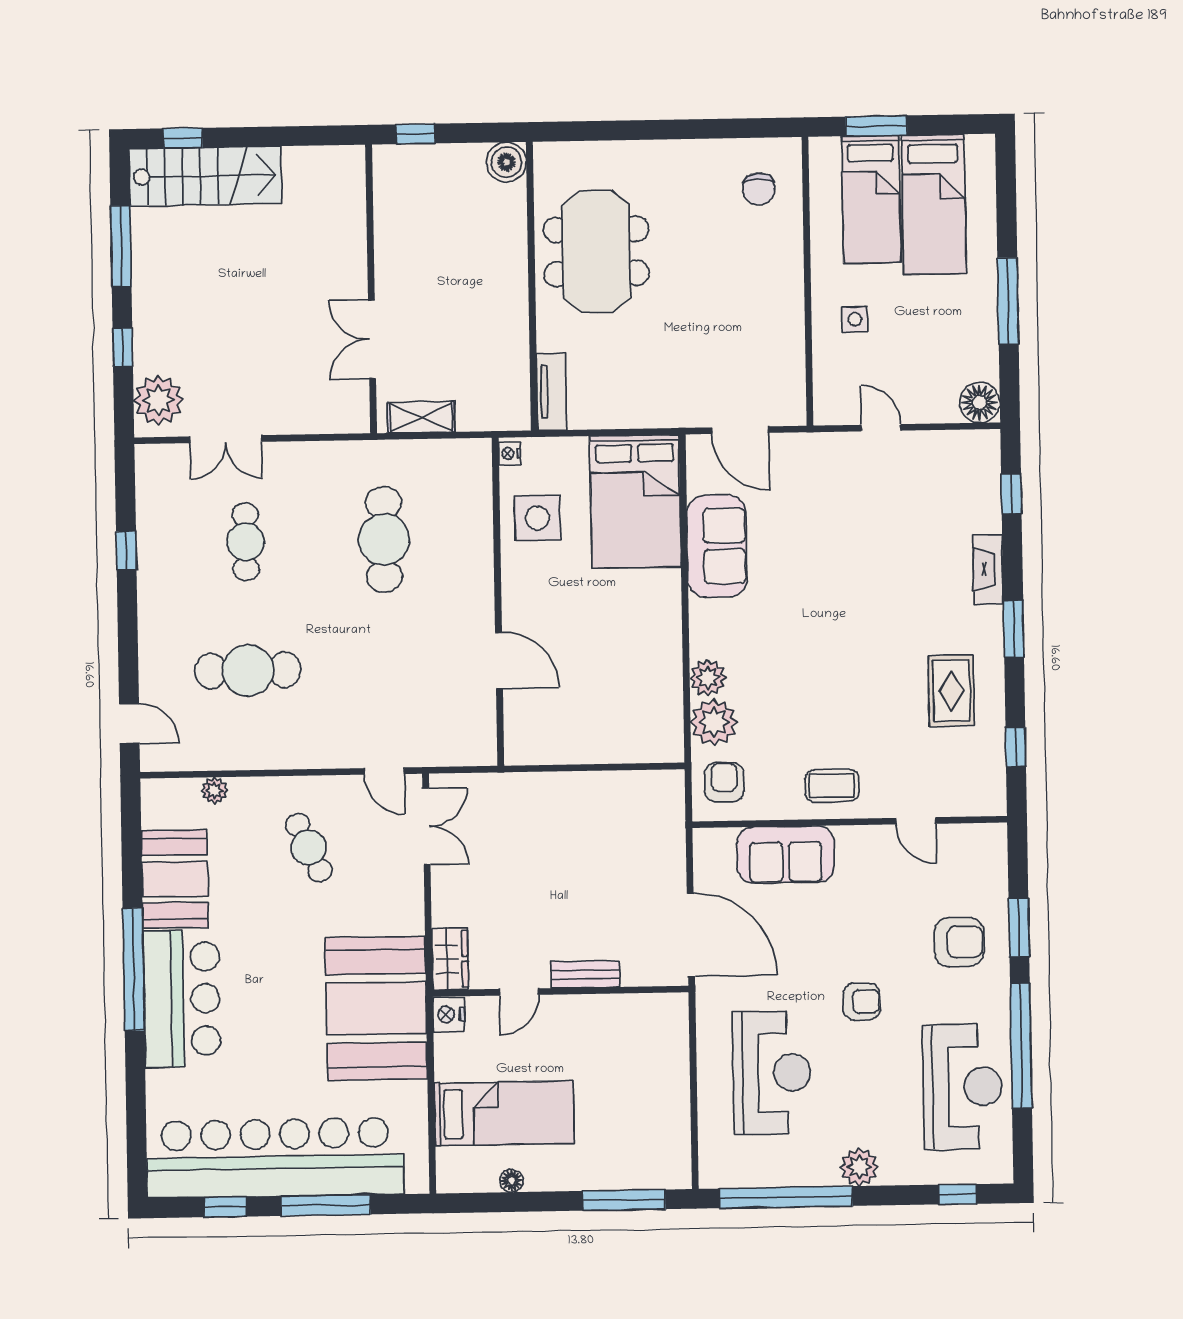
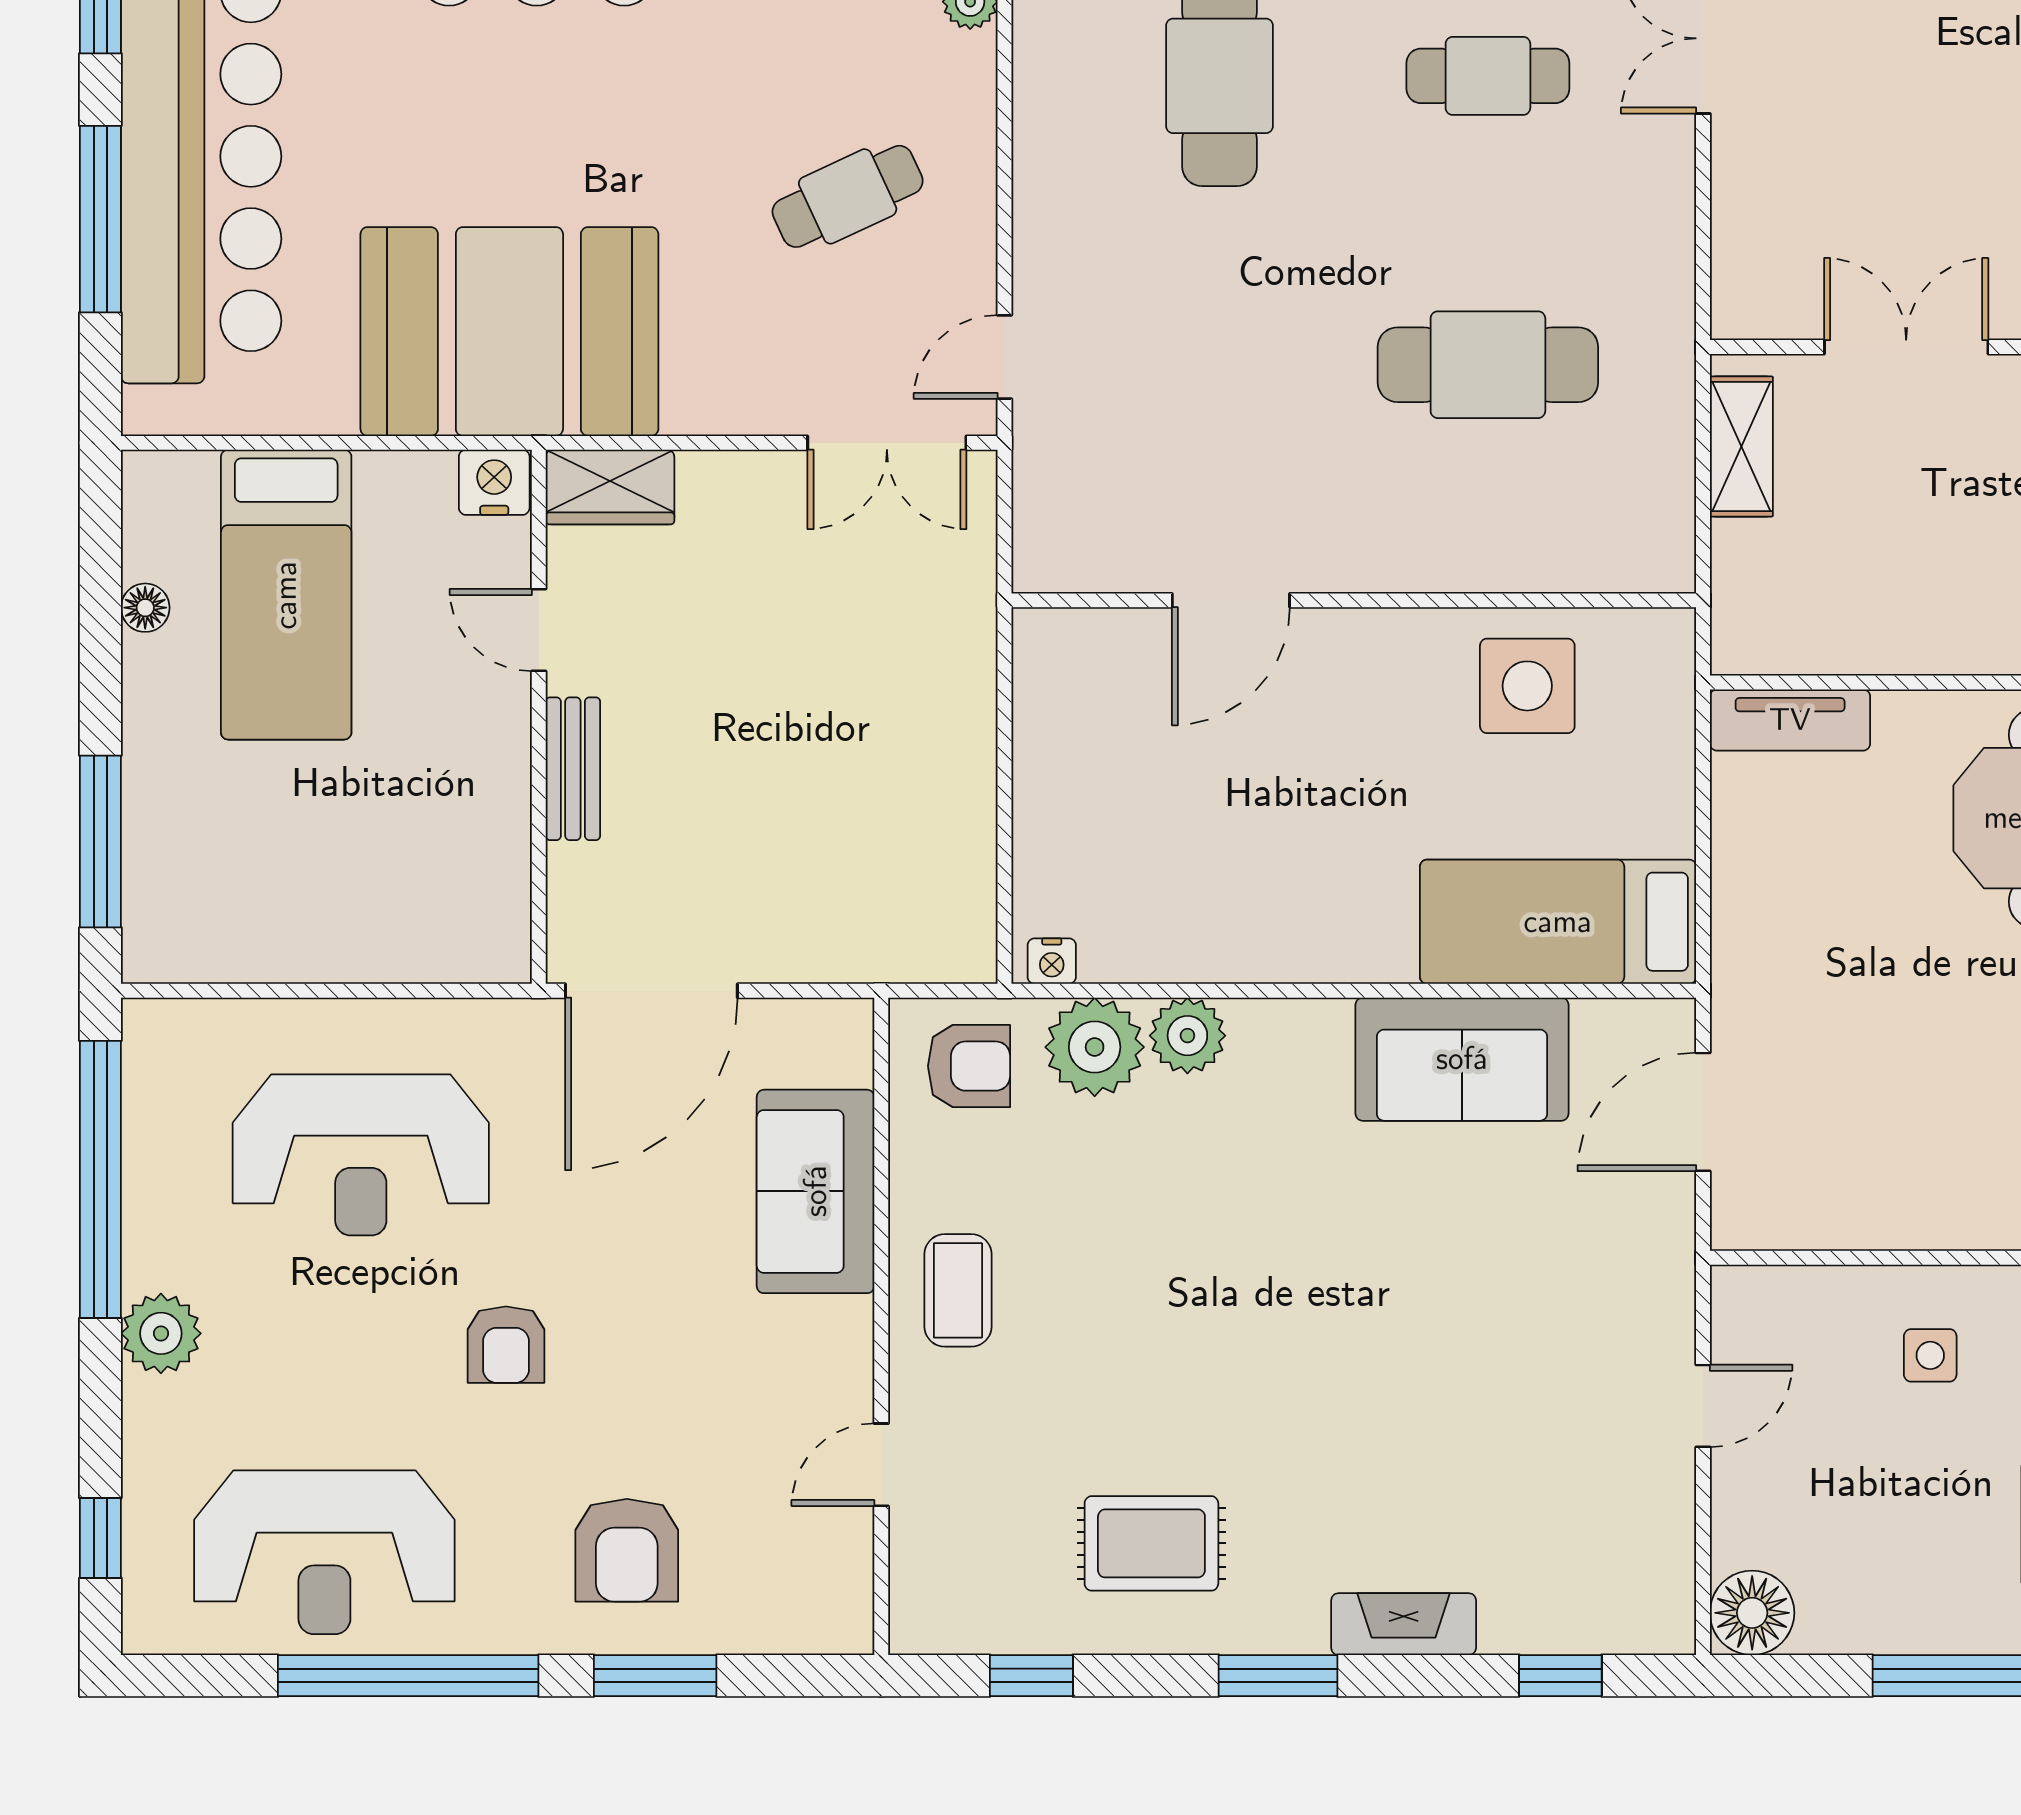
nightstand: (510, 454) -> (1052, 961), moved, turned 180
bed: (635, 501) -> (1558, 922), width x0.67

